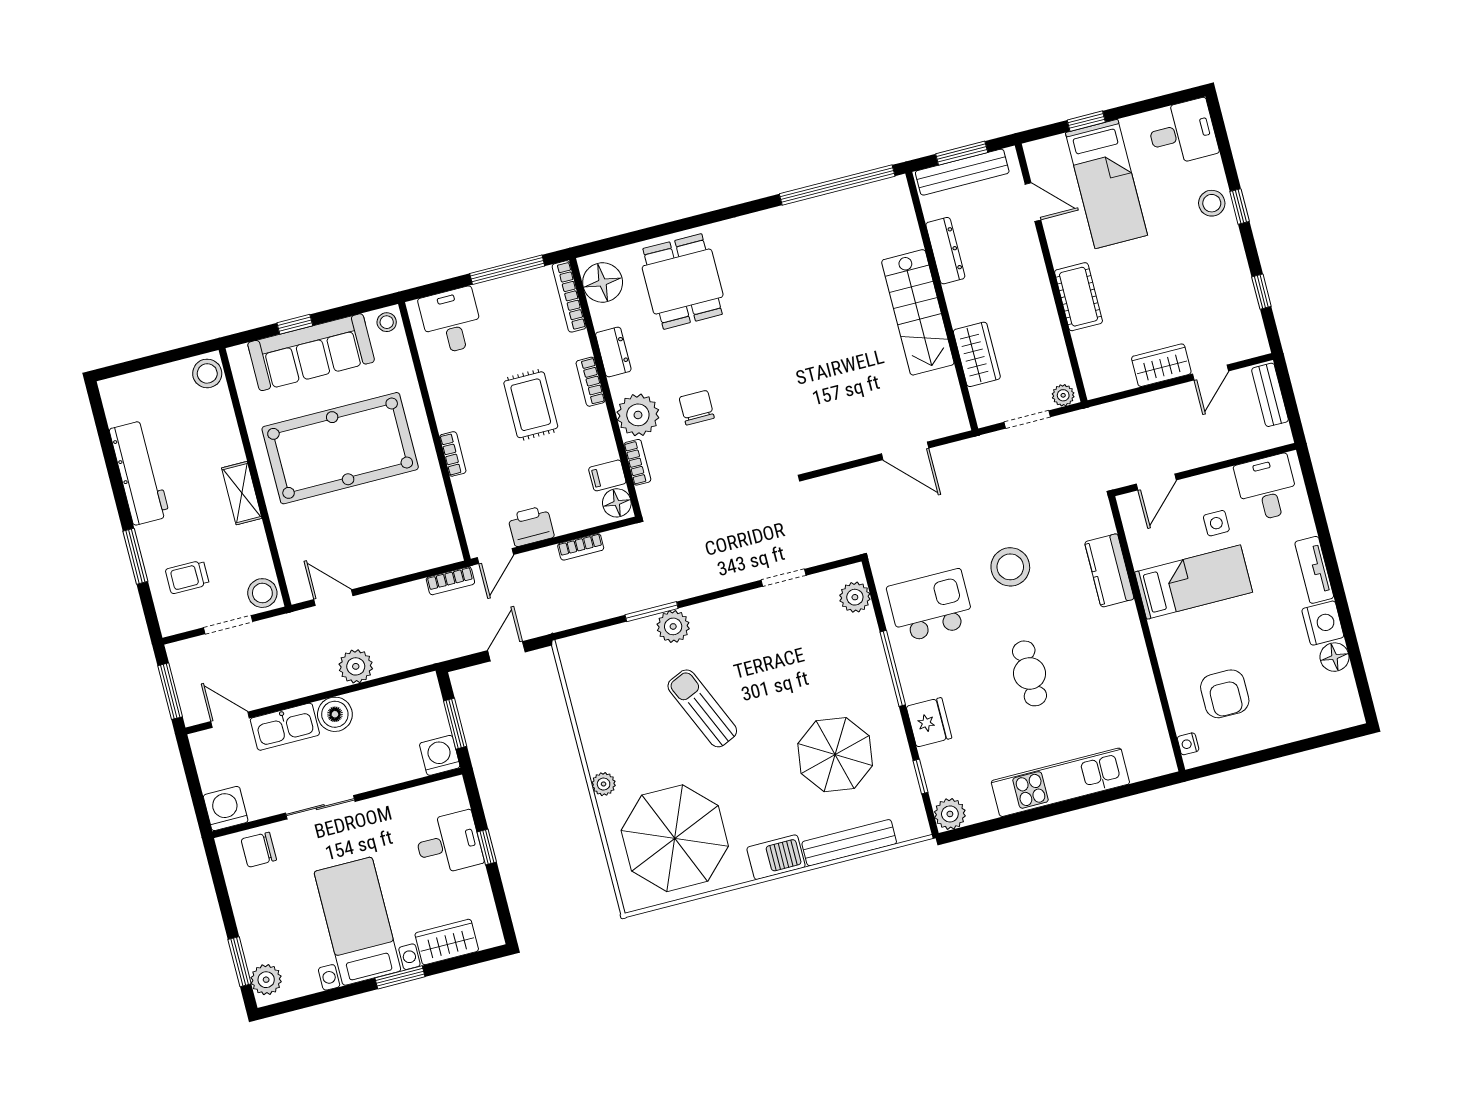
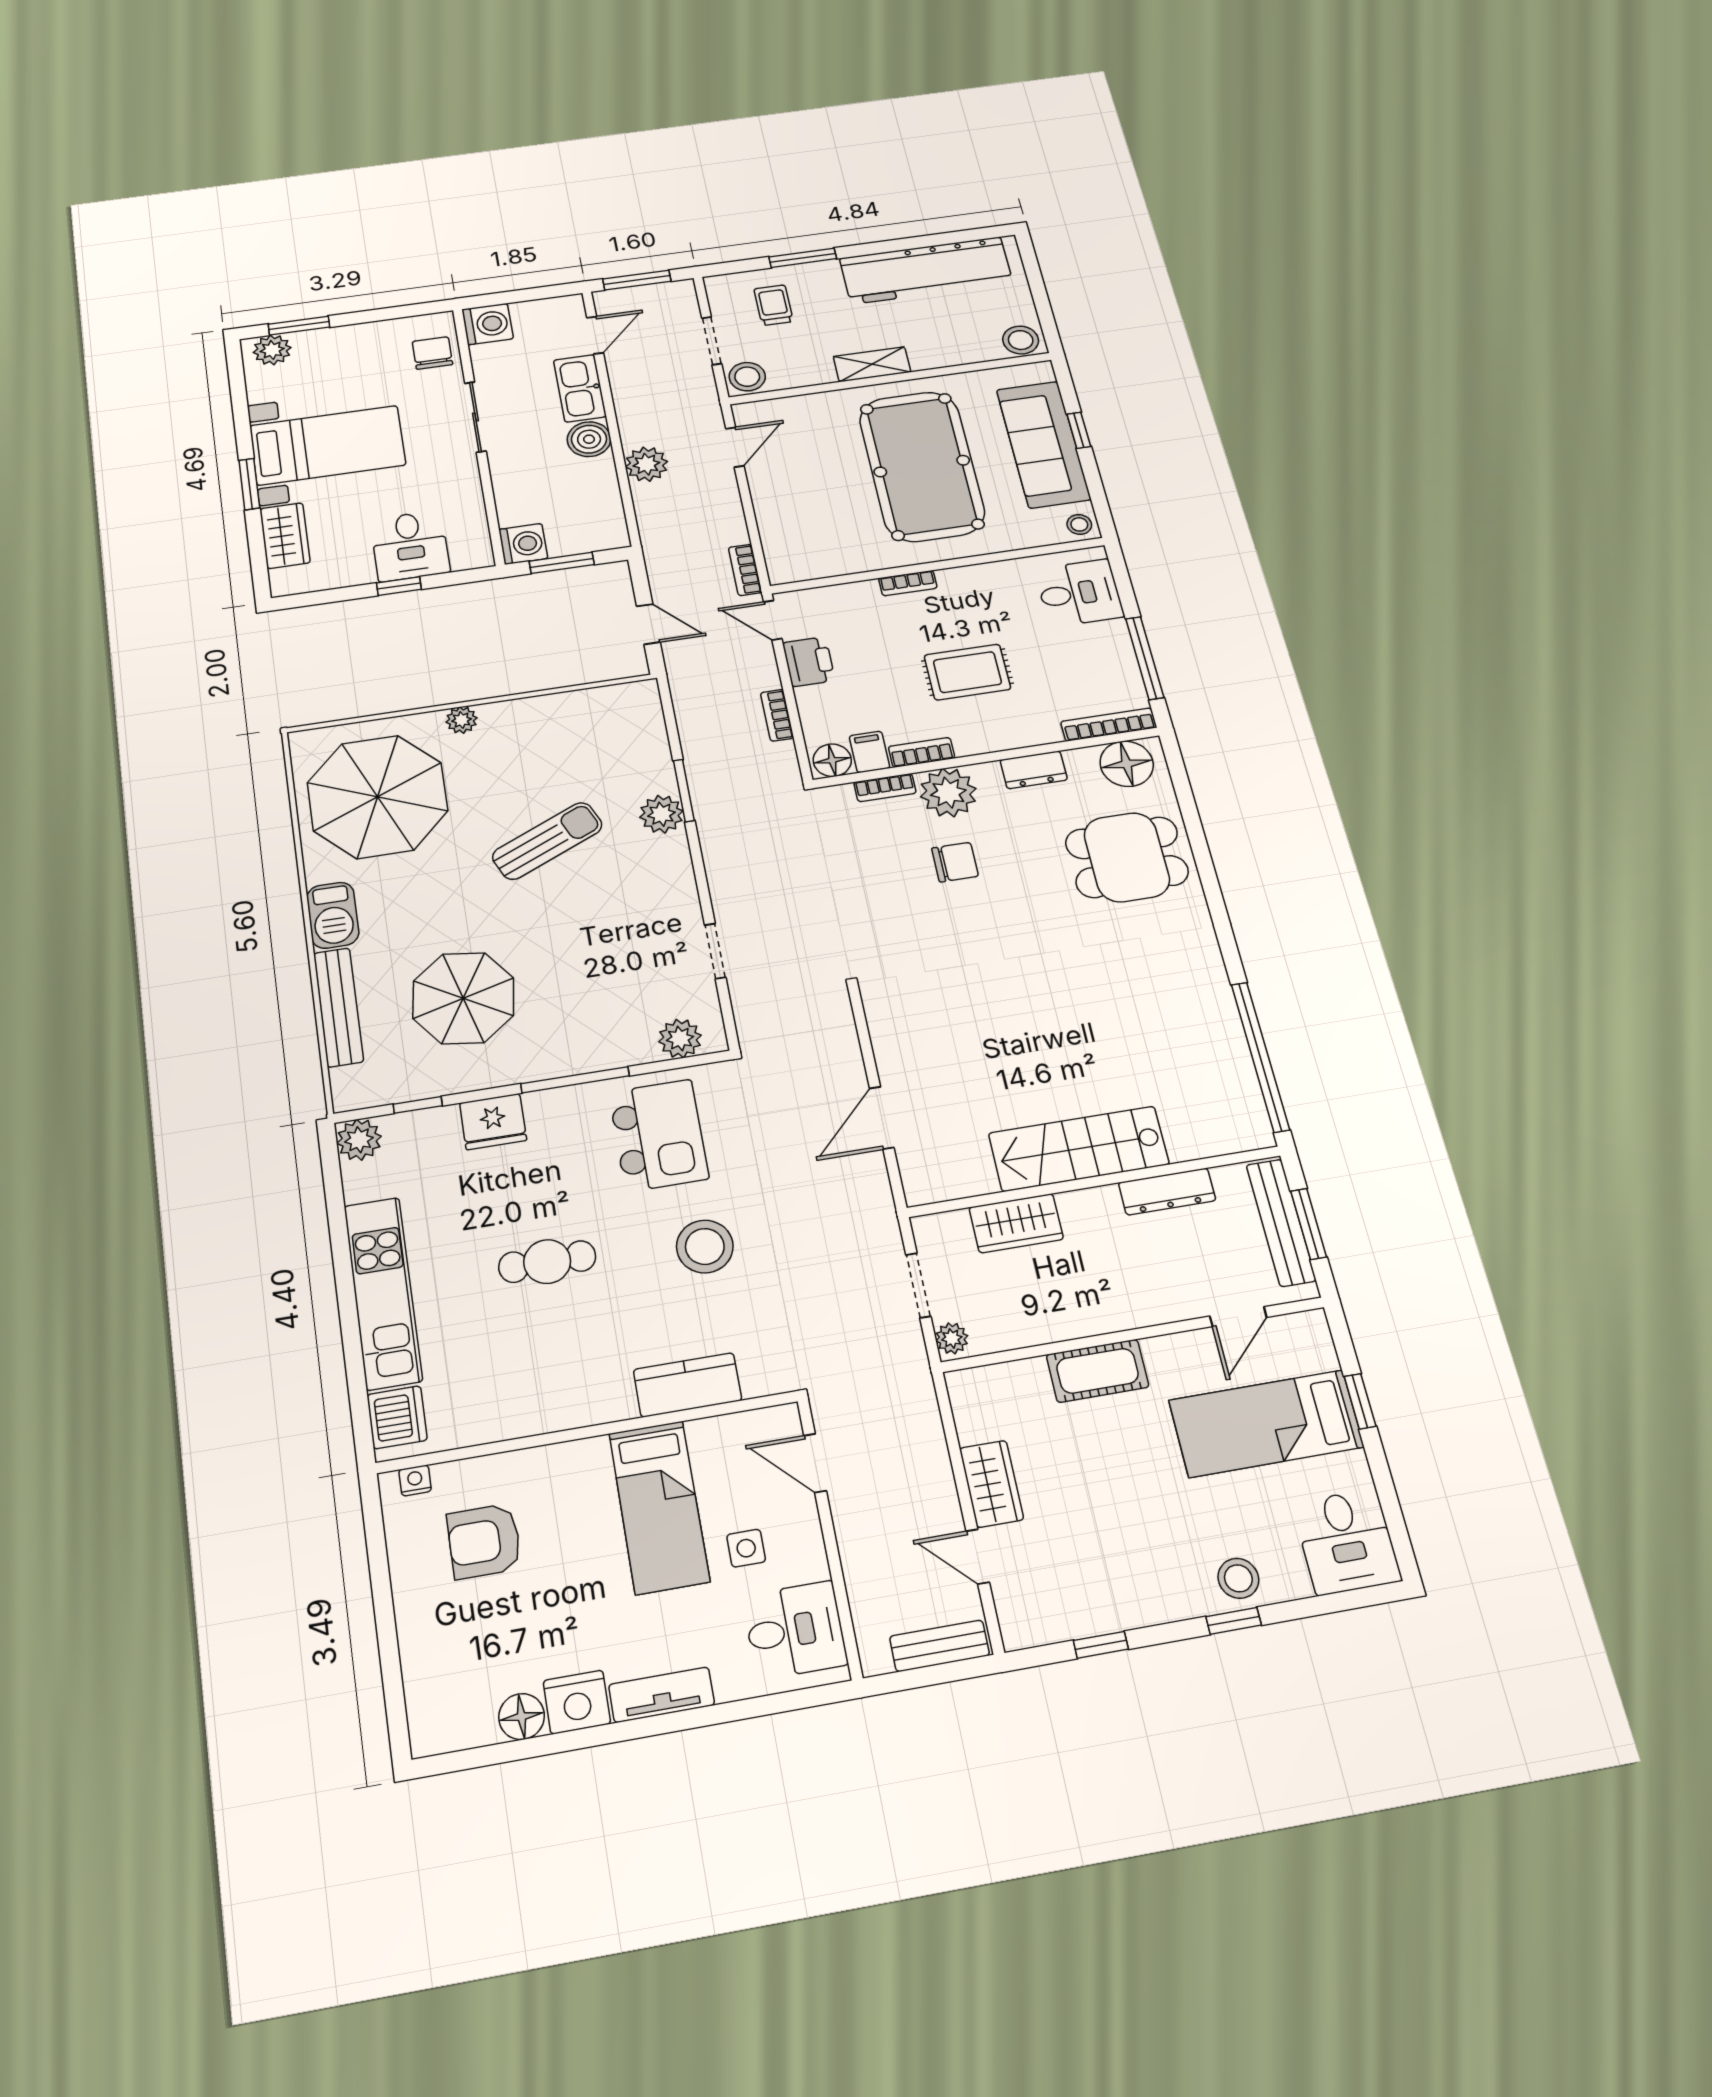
bookcase: (591, 382) -> (922, 752), moved
workbench: (139, 473) -> (926, 271), width x1.36, depth x1.32
dishwasher: (1146, 761) -> (397, 1417), added

